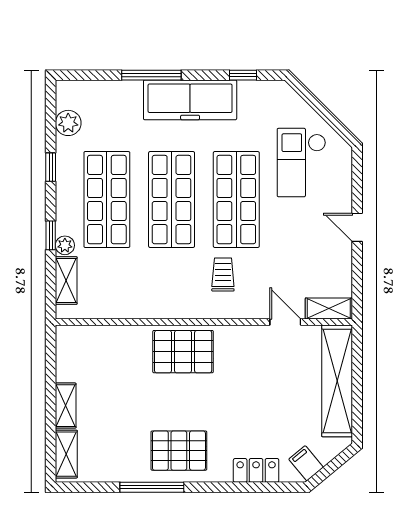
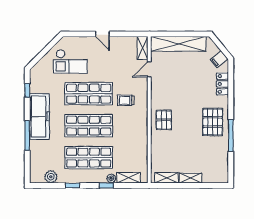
door: (357, 227) -> (102, 34), hinge flipped
pallet: (183, 352) -> (164, 120), width x0.67, depth x0.71
shelving: (66, 454) -> (167, 178), moved

